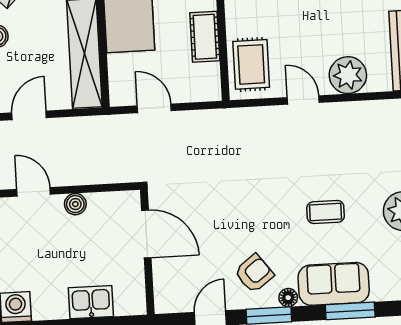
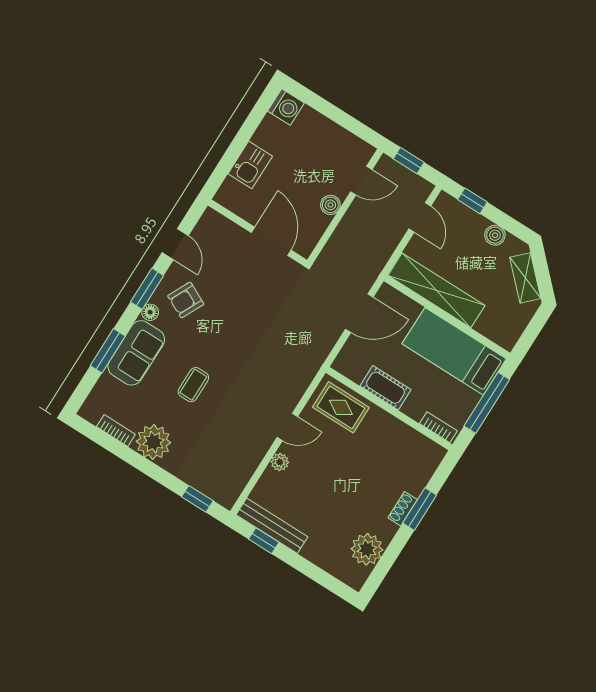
plant: (348, 75) -> (280, 462), width x0.53, depth x0.53
door: (154, 108) -> (359, 313), width x1.38
door: (146, 234) -> (271, 241), swing flipped
armchair: (254, 273) -> (186, 300), turned 63

